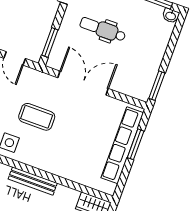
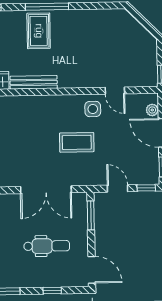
bench: (33, 181) -> (34, 82), moved

